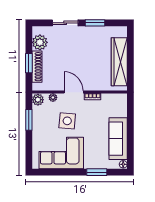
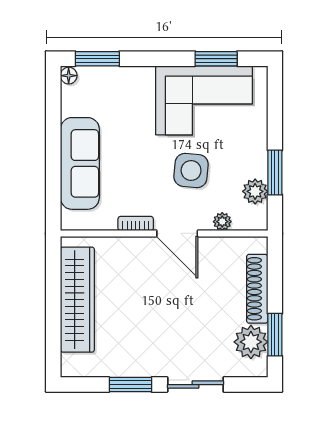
window: (29, 63) -> (275, 335), moved
plant: (38, 100) -> (255, 191), moved
sofa: (118, 139) -> (80, 163), moved
window: (56, 172) -> (216, 59), added
window: (97, 172) -> (97, 59), moved

